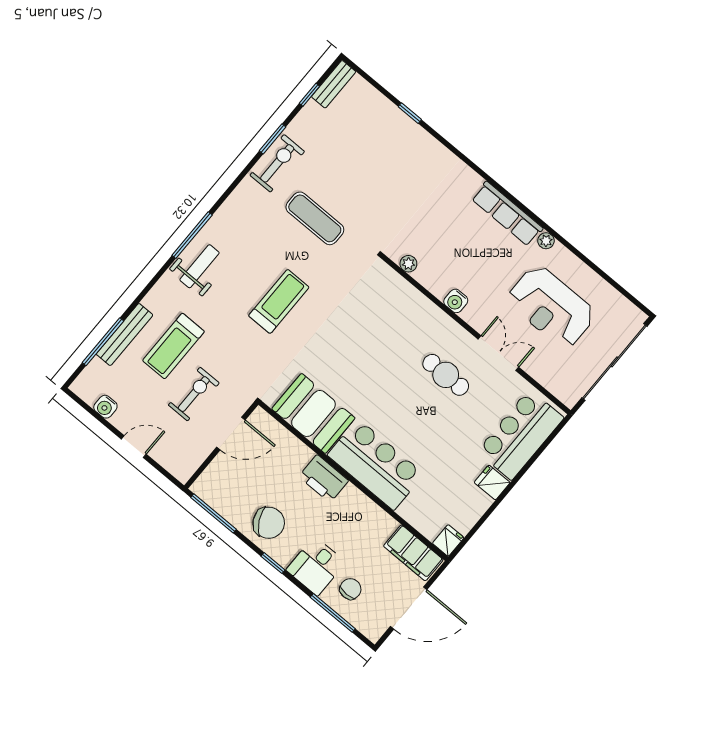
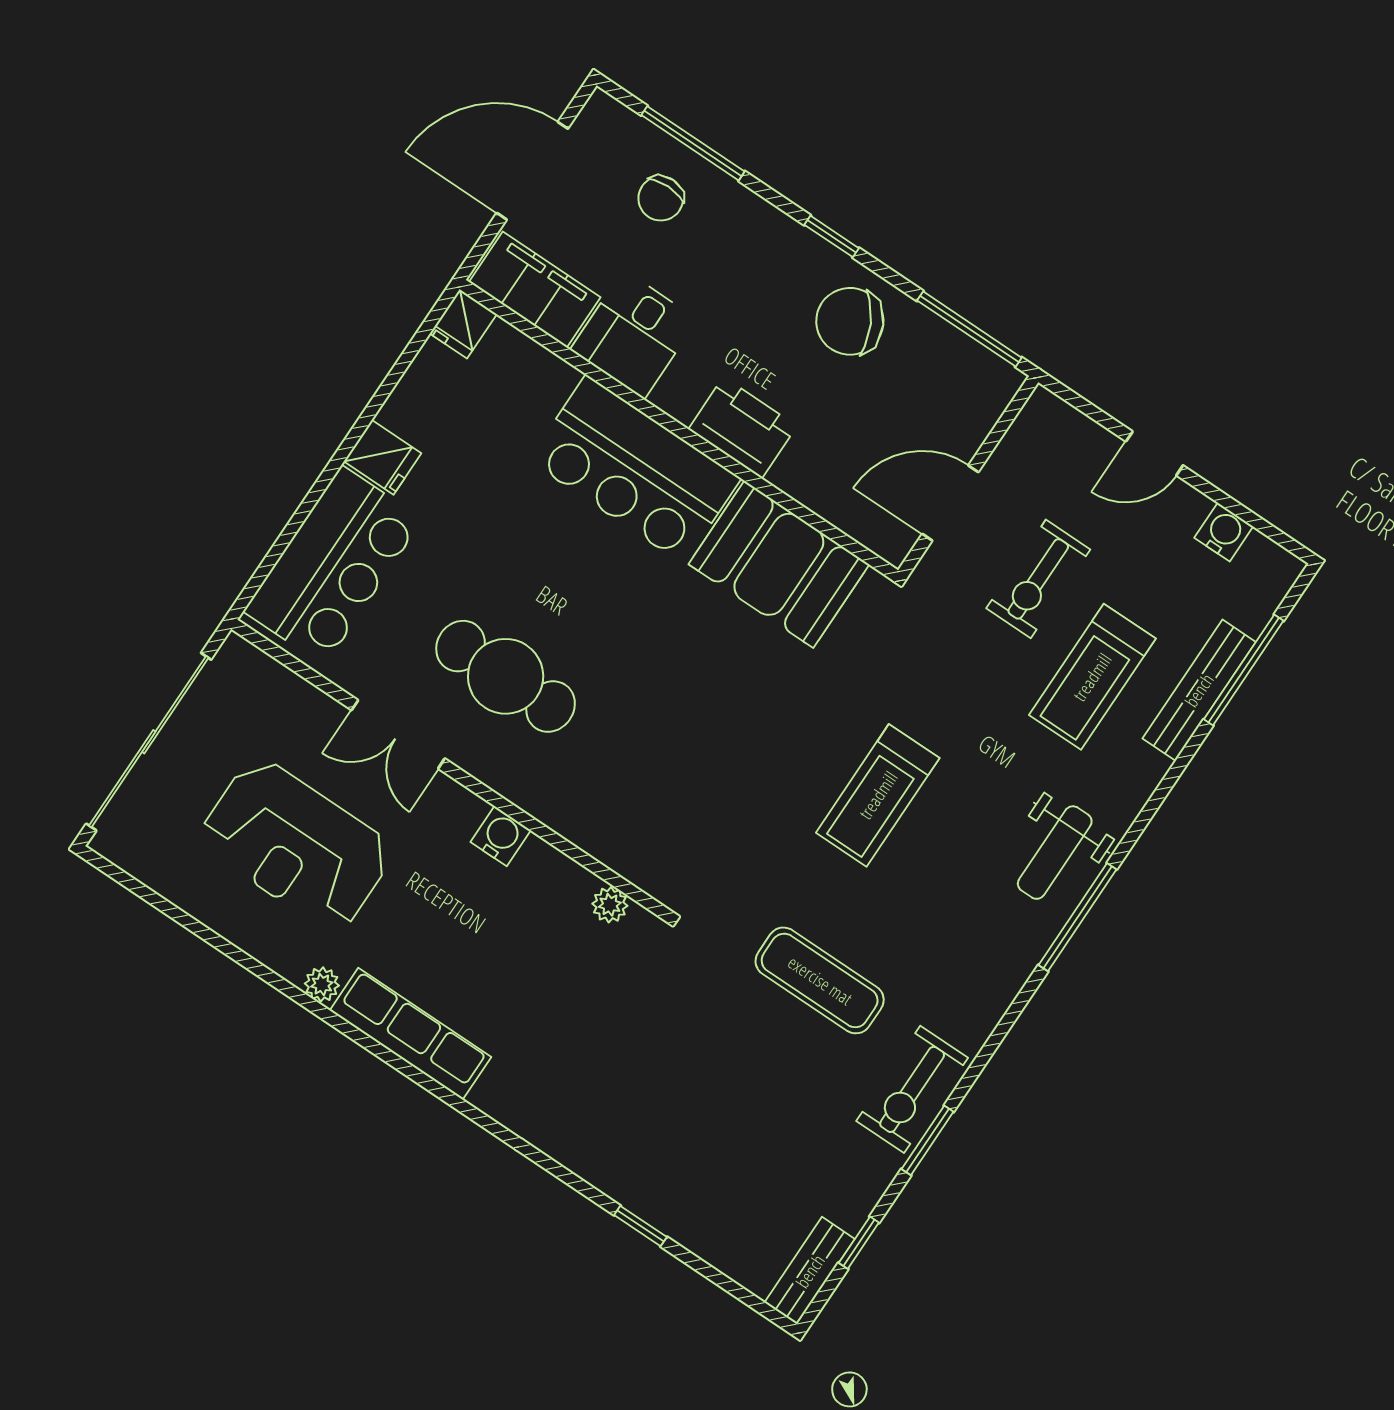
reception desk: (551, 307) -> (296, 845), turned 180
treadmill: (173, 346) -> (1092, 677), turned 180
cafe table: (446, 375) -> (506, 676), width x1.37, depth x1.35
desk: (316, 566) -> (634, 335), moved, turned 180

